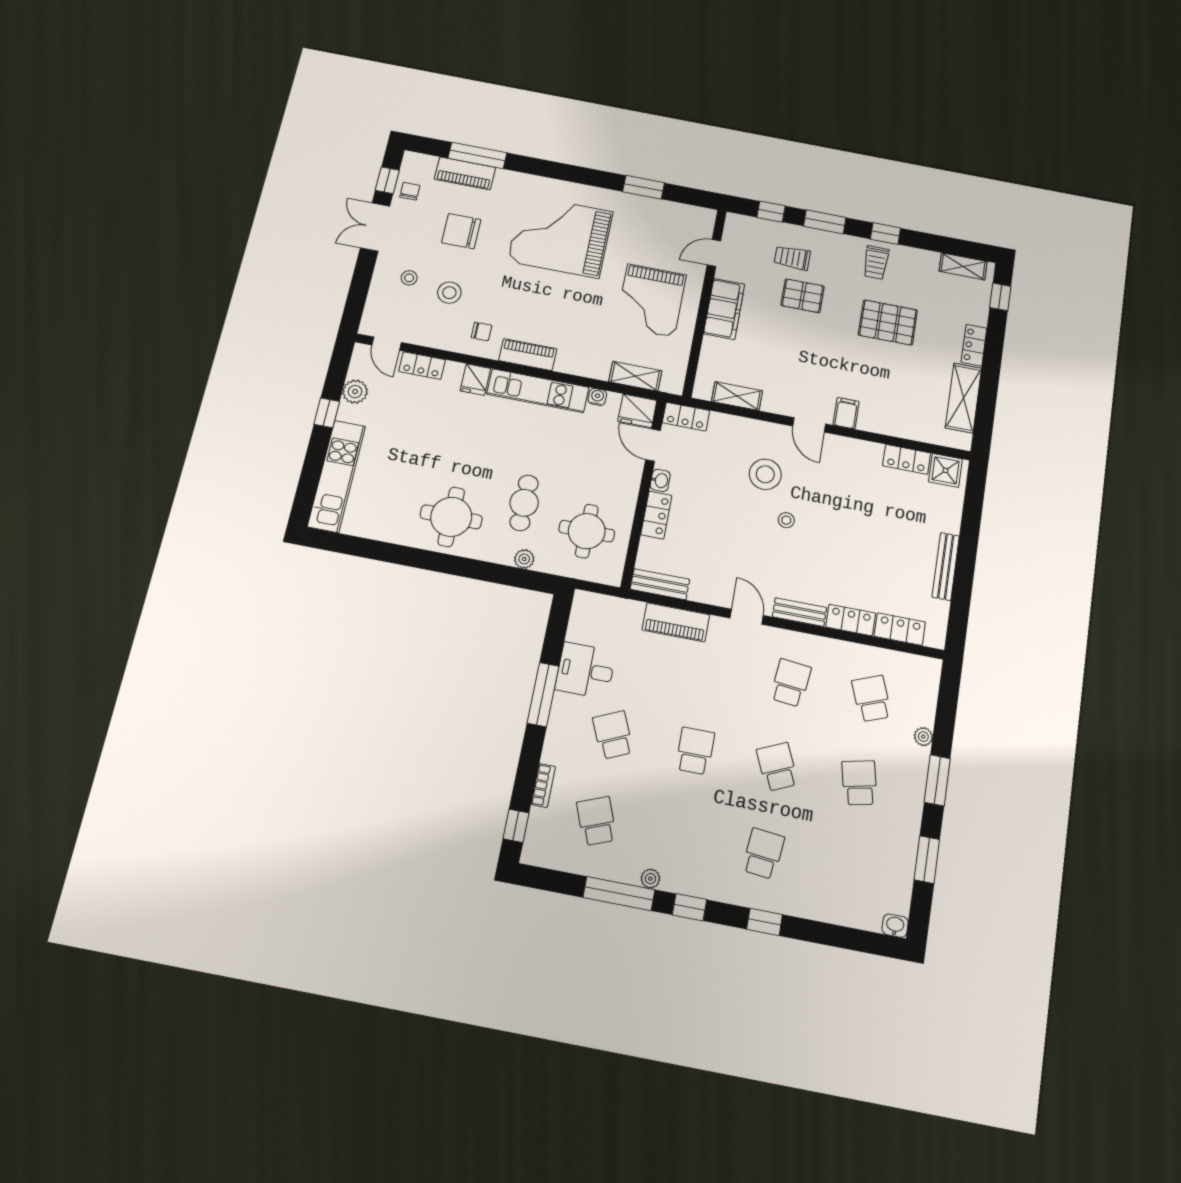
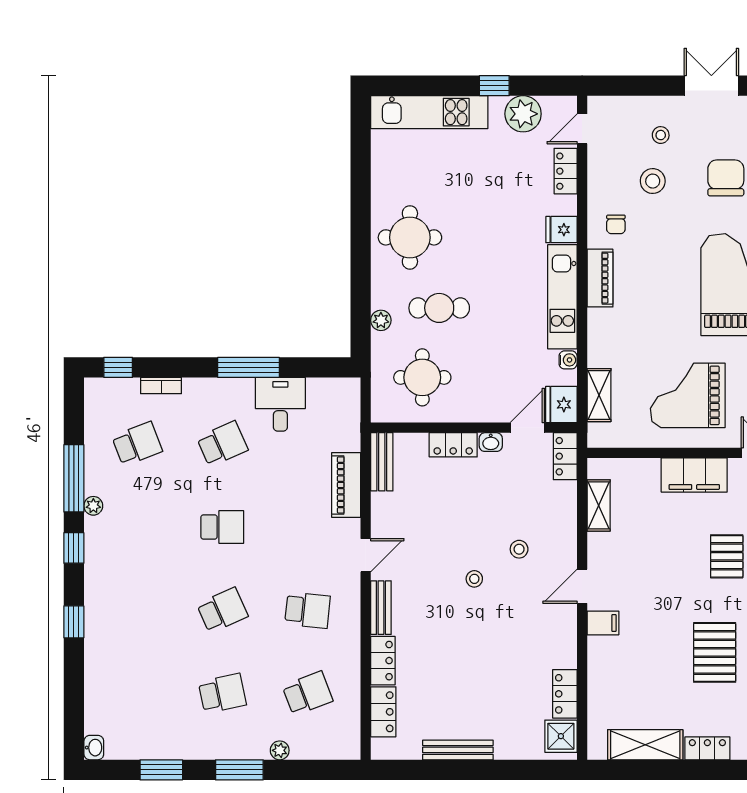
plant: (355, 392) -> (523, 114), width x1.36, depth x1.36
stool: (765, 474) -> (519, 549), width x0.53, depth x0.53
school desk: (763, 854) -> (137, 610), removed

